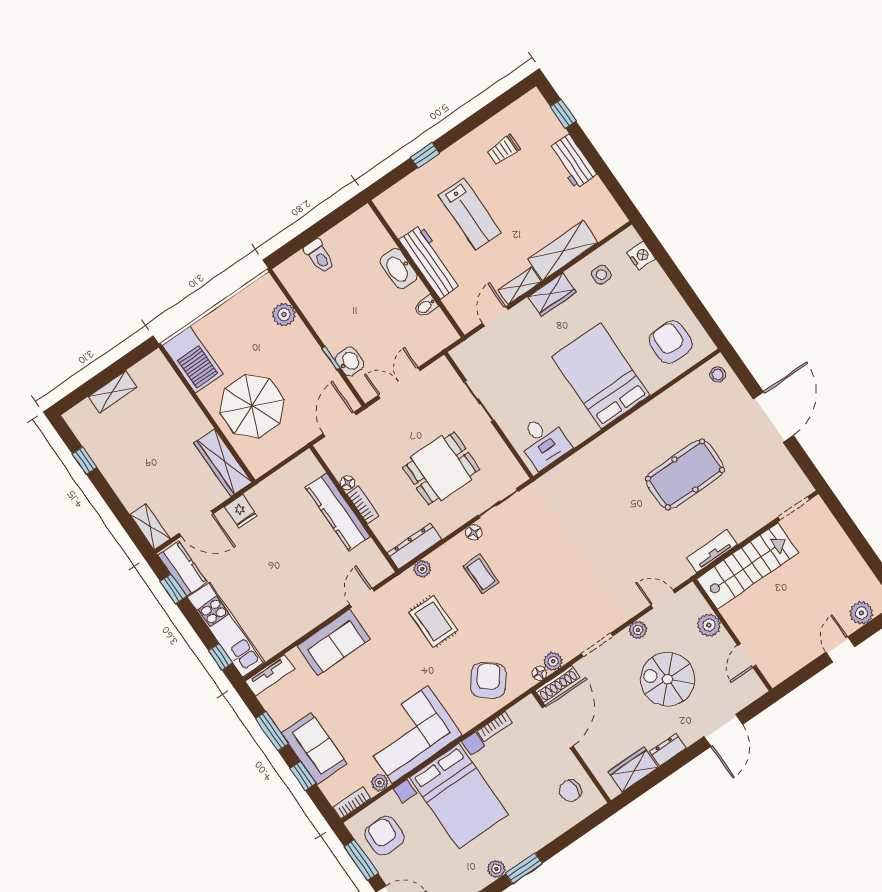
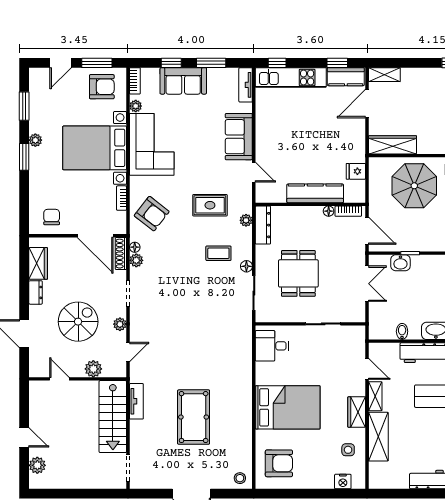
bookcase: (363, 505) -> (348, 211), moved
fridge: (241, 511) -> (356, 171), moved

